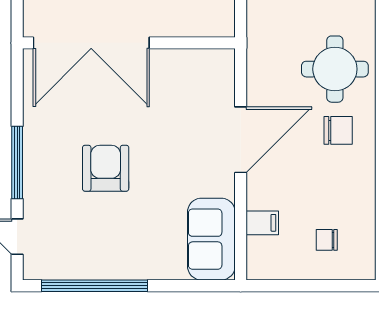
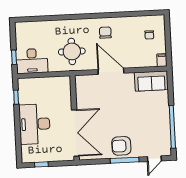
round table: (335, 69) -> (72, 51), moved
armchair: (106, 168) -> (121, 146), moved
filing cabinet: (262, 223) -> (162, 60), moved

